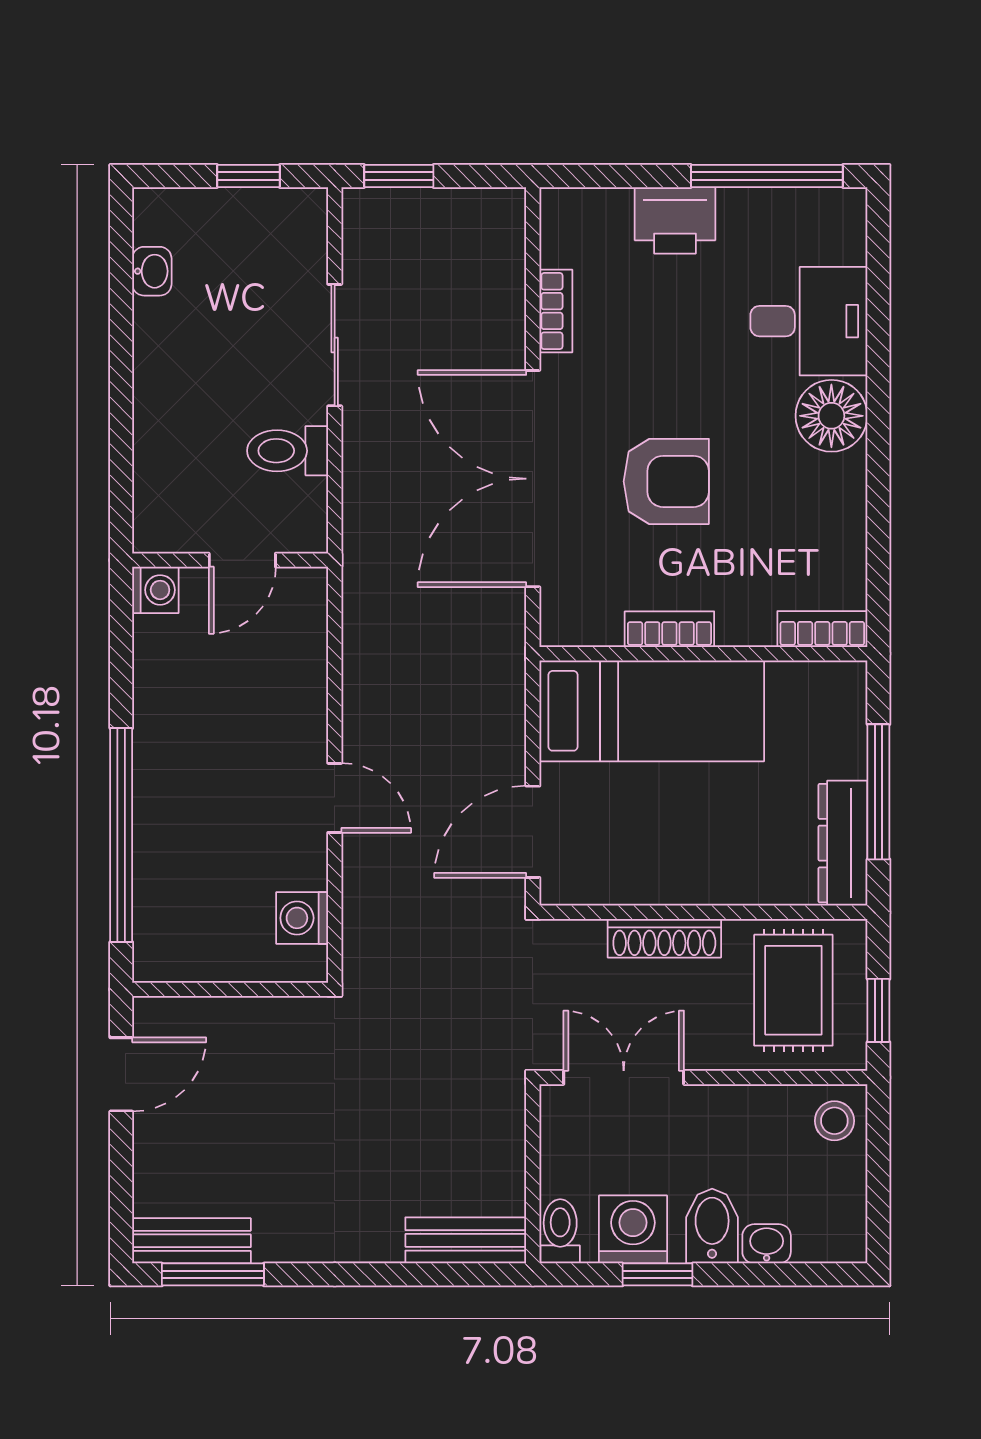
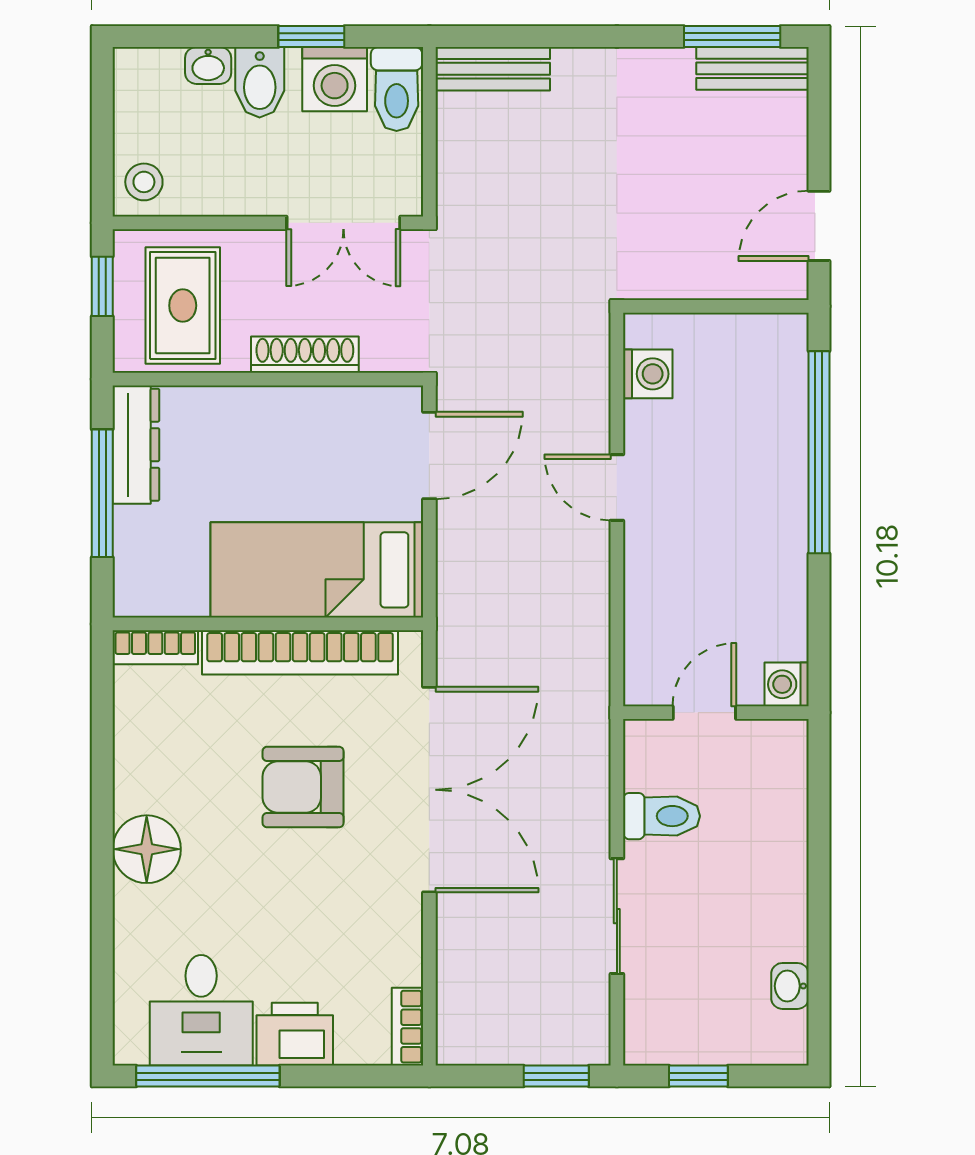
bookcase: (556, 311) -> (408, 1027), moved
desk: (809, 321) -> (201, 1010), moved, turned -90
bookcase: (669, 629) -> (300, 652), width x2.31, depth x1.31
toilet: (560, 1231) -> (397, 89), width x1.37, depth x1.39

